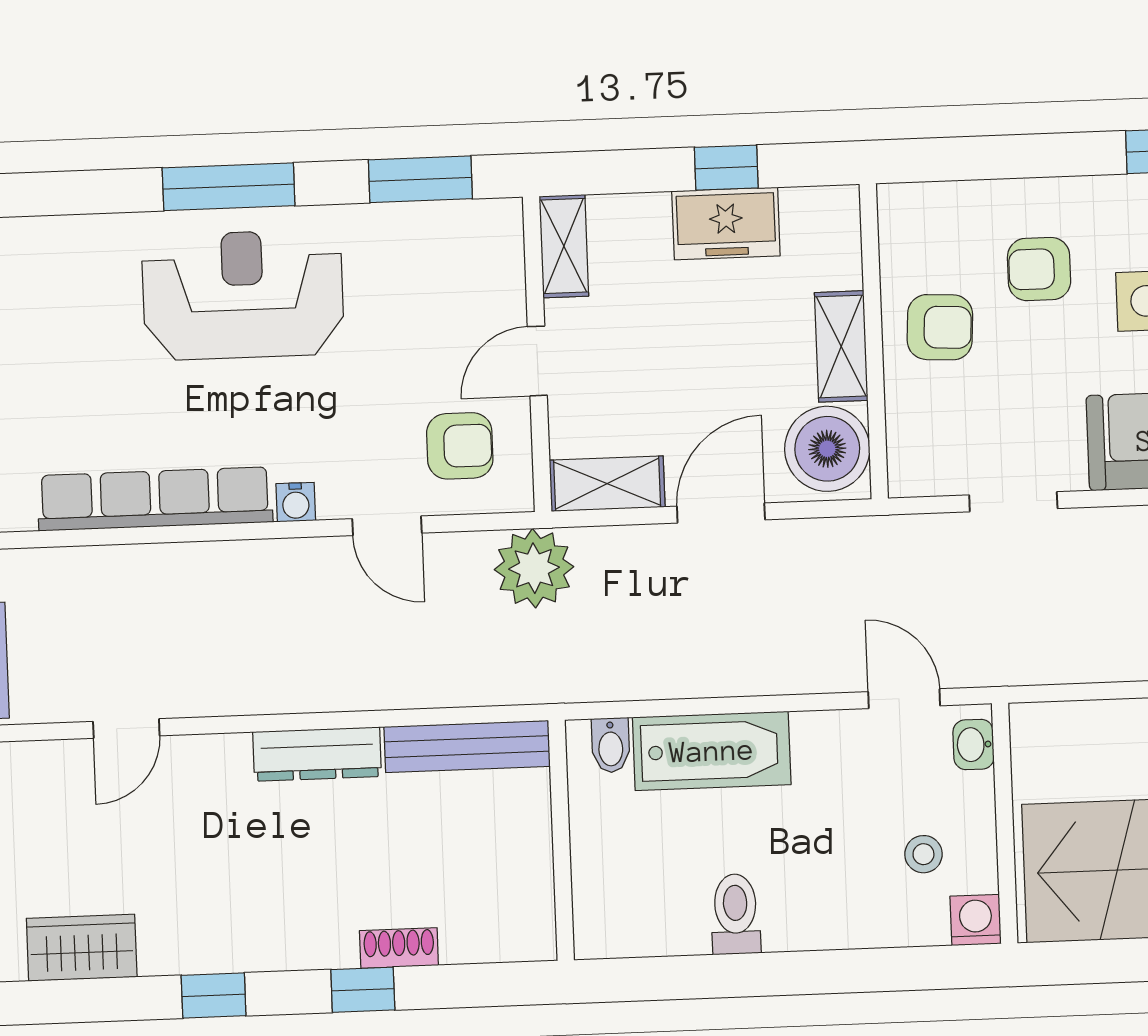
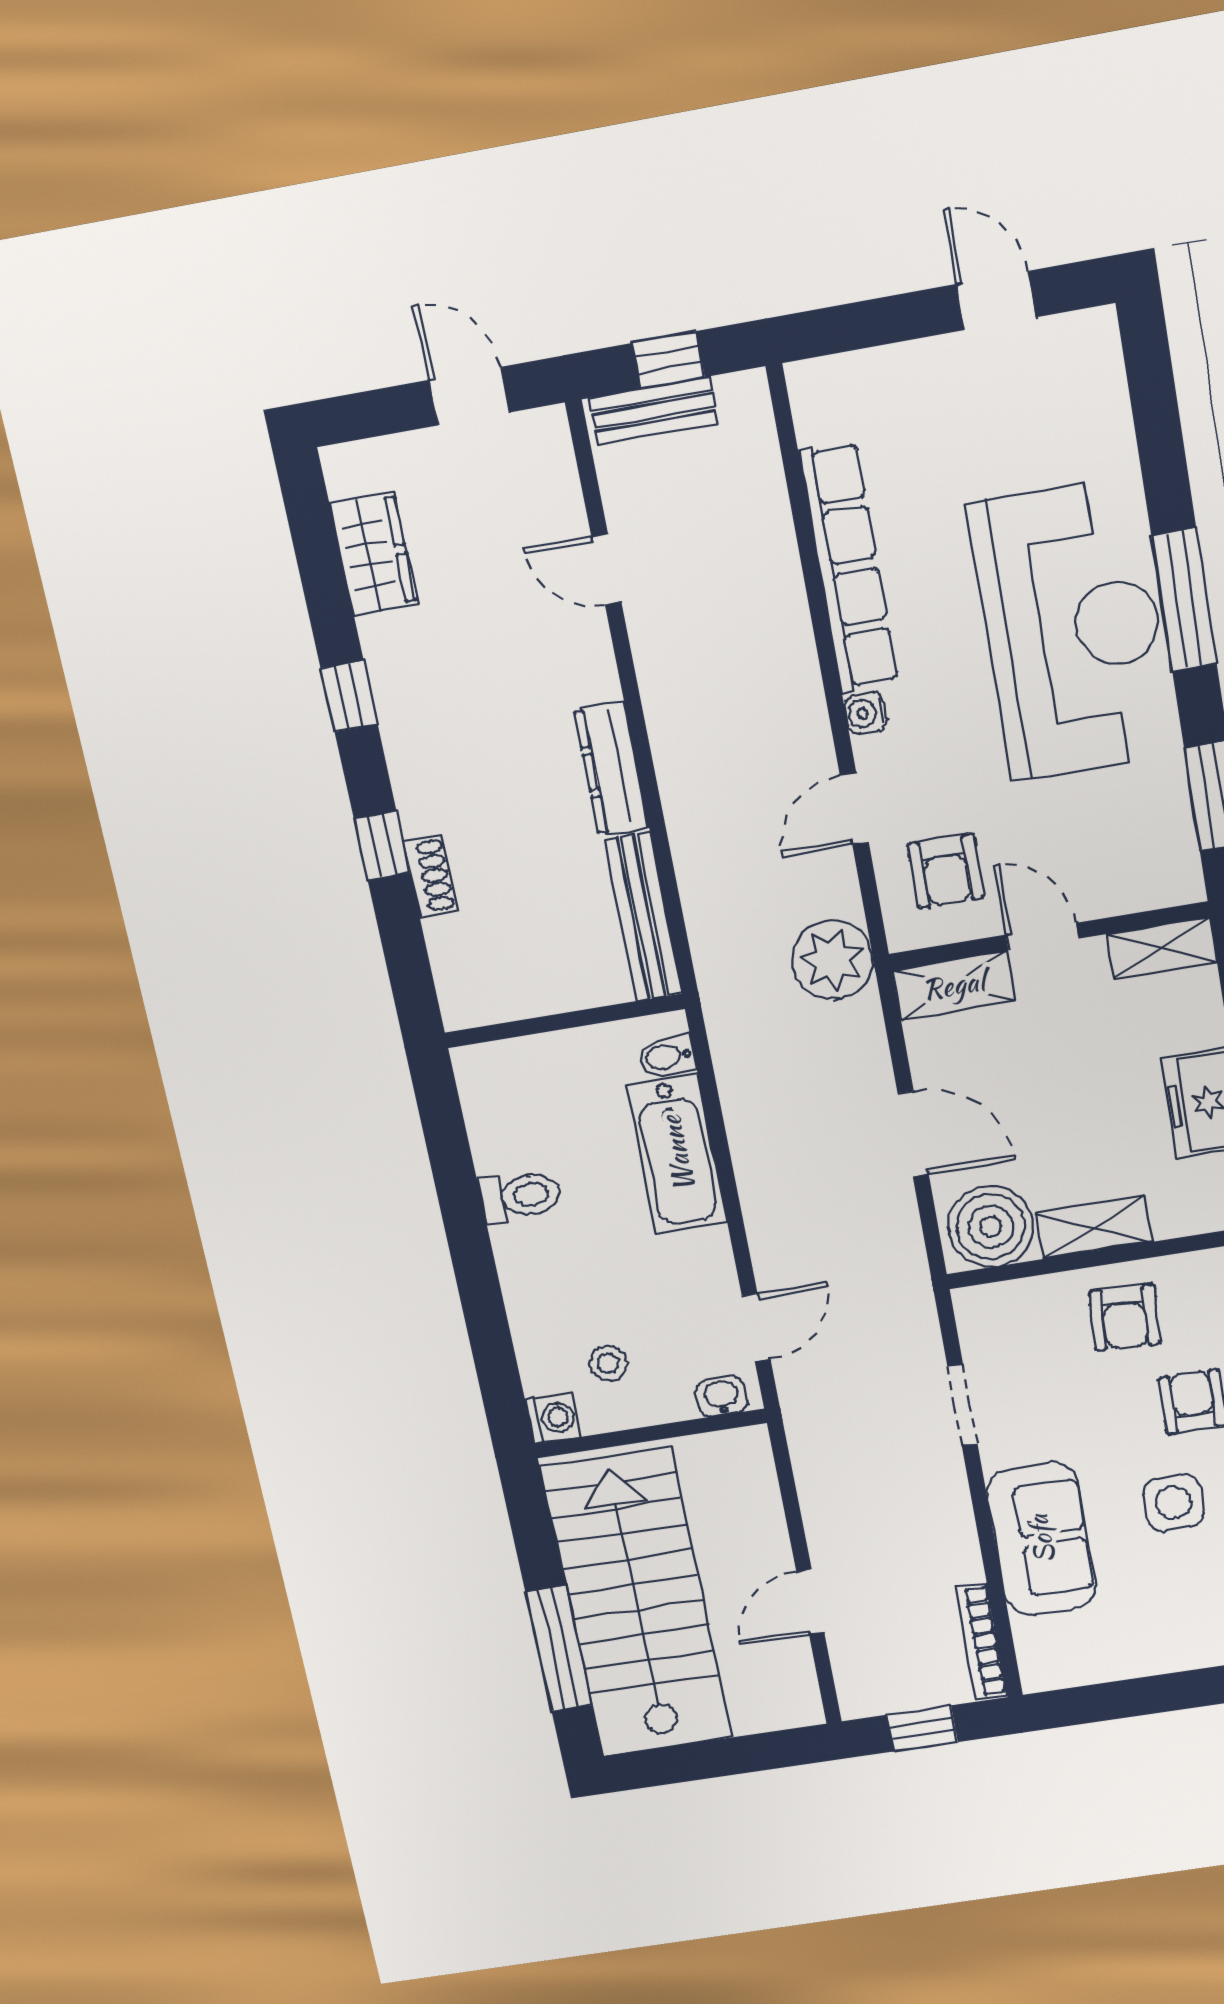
reception desk: (243, 295) -> (1073, 630), width x1.36, depth x1.30
shelving: (607, 484) -> (953, 985), moved, turned 90

